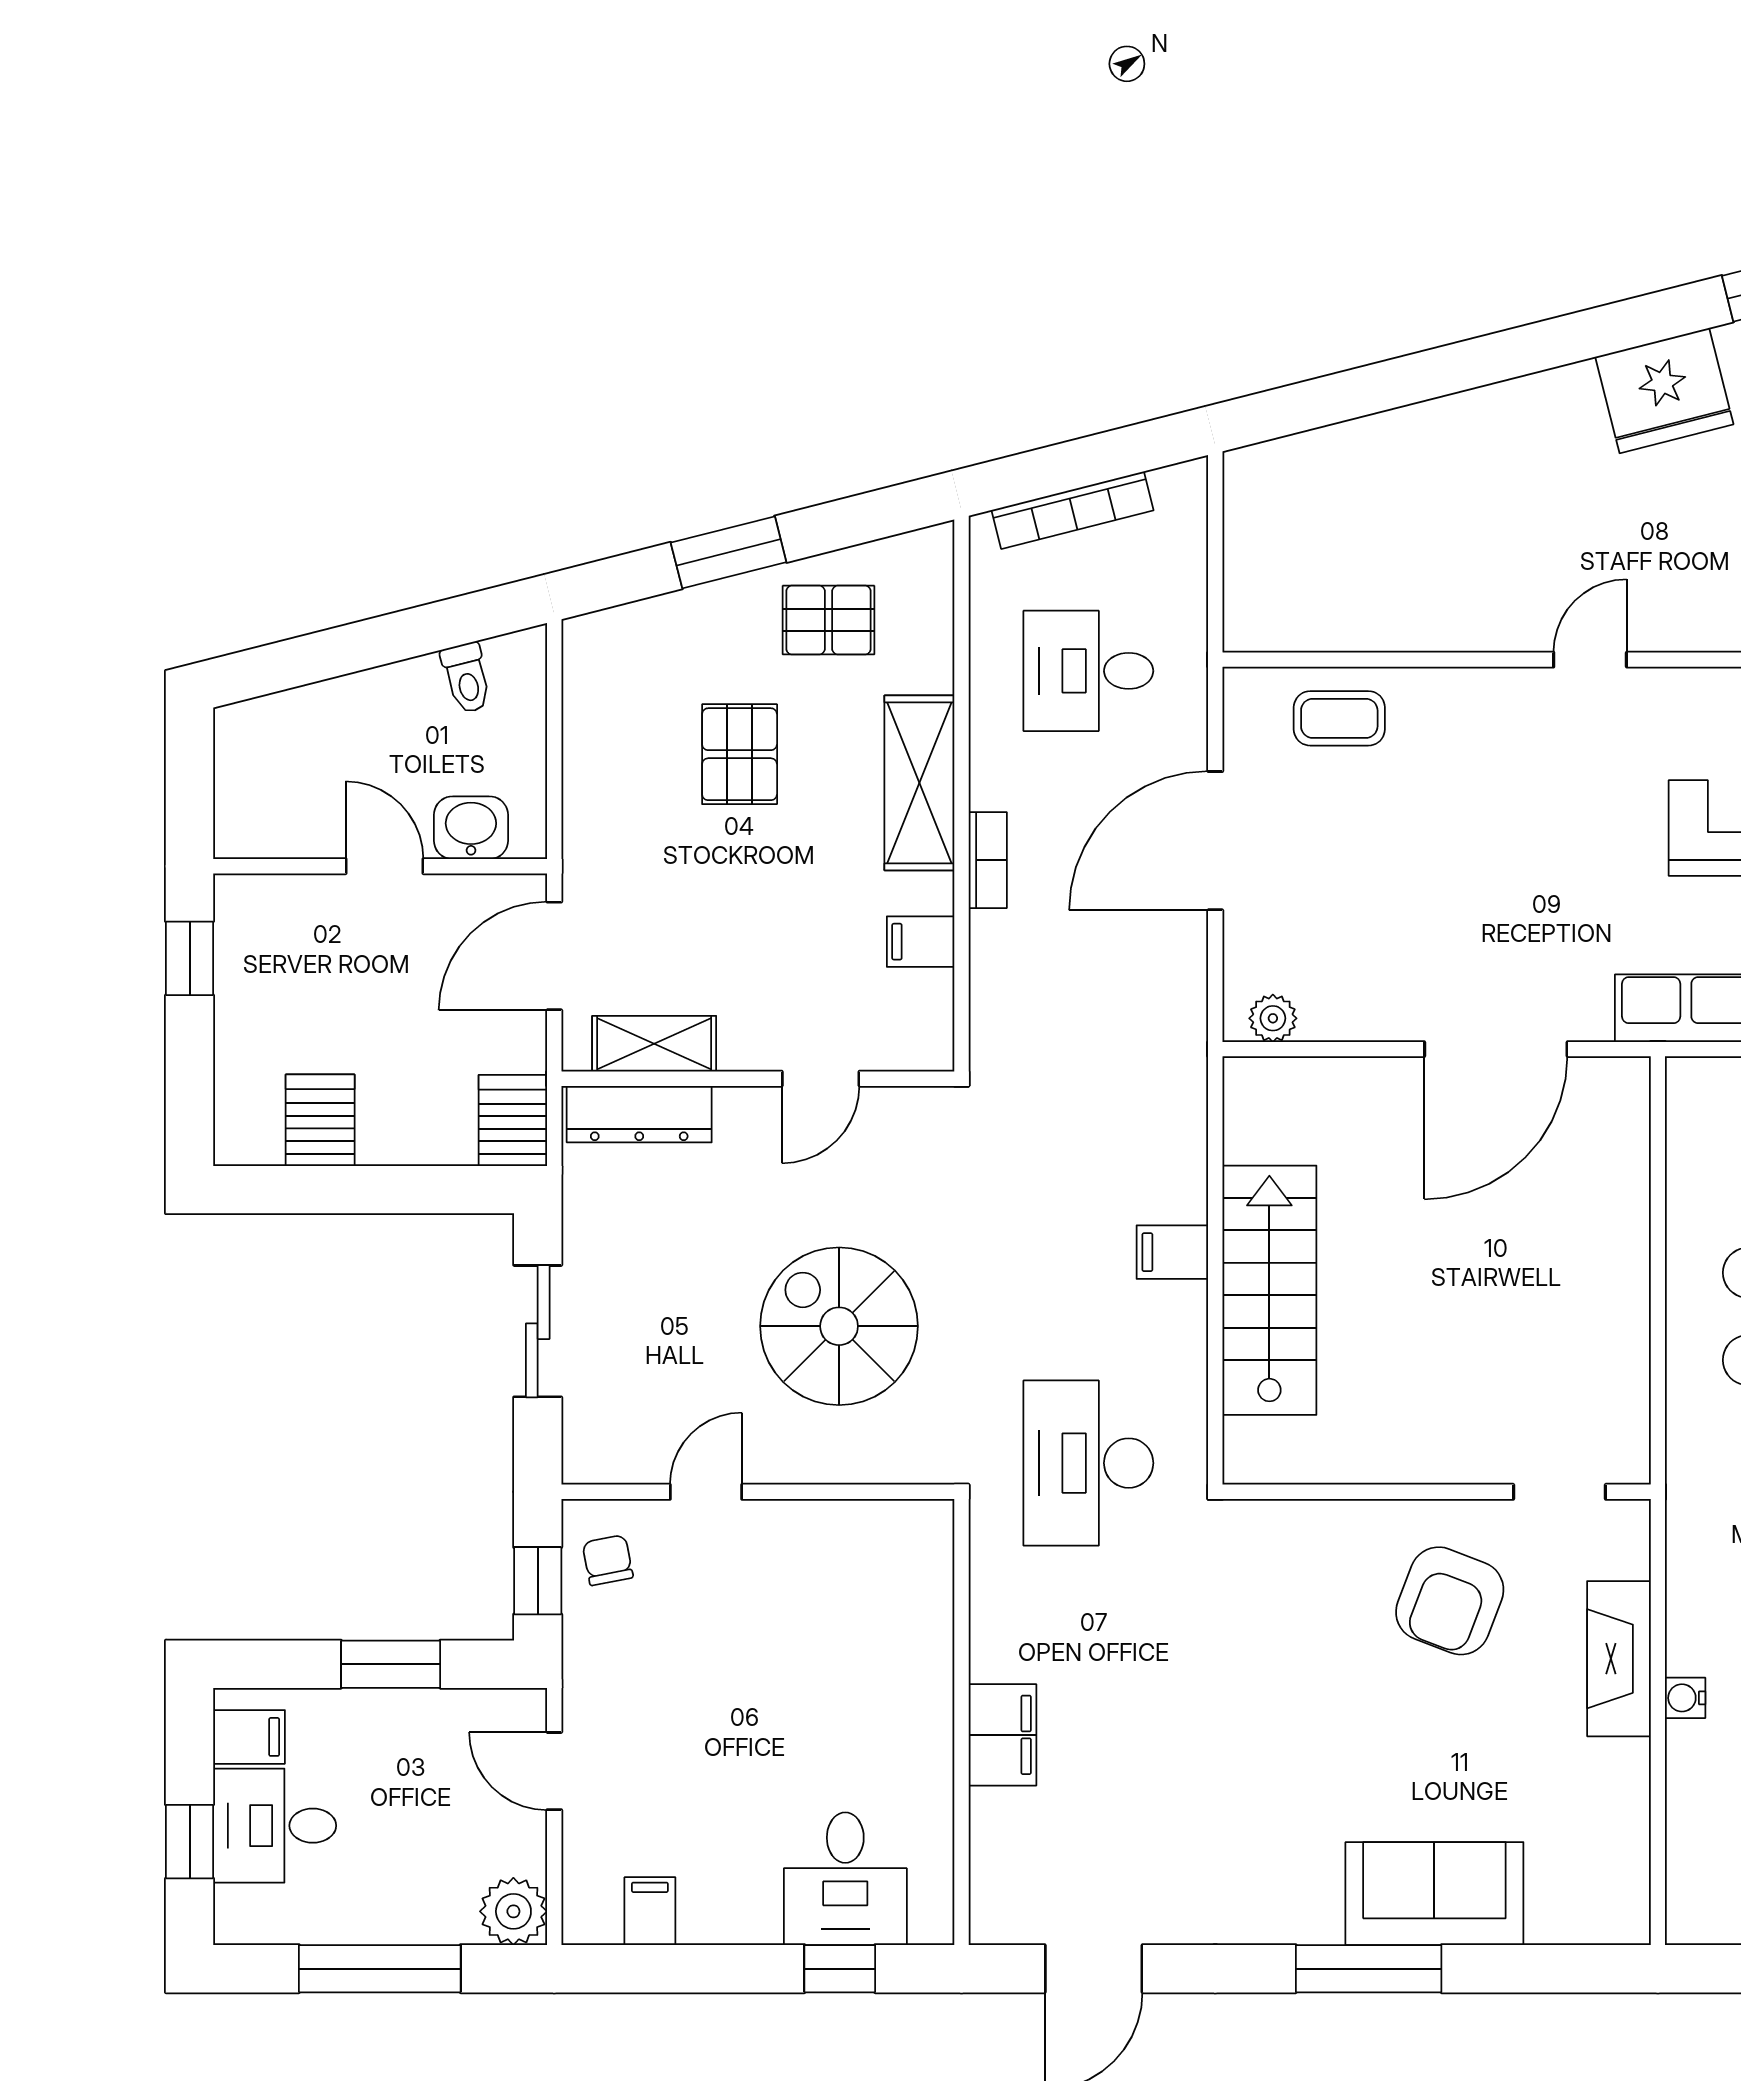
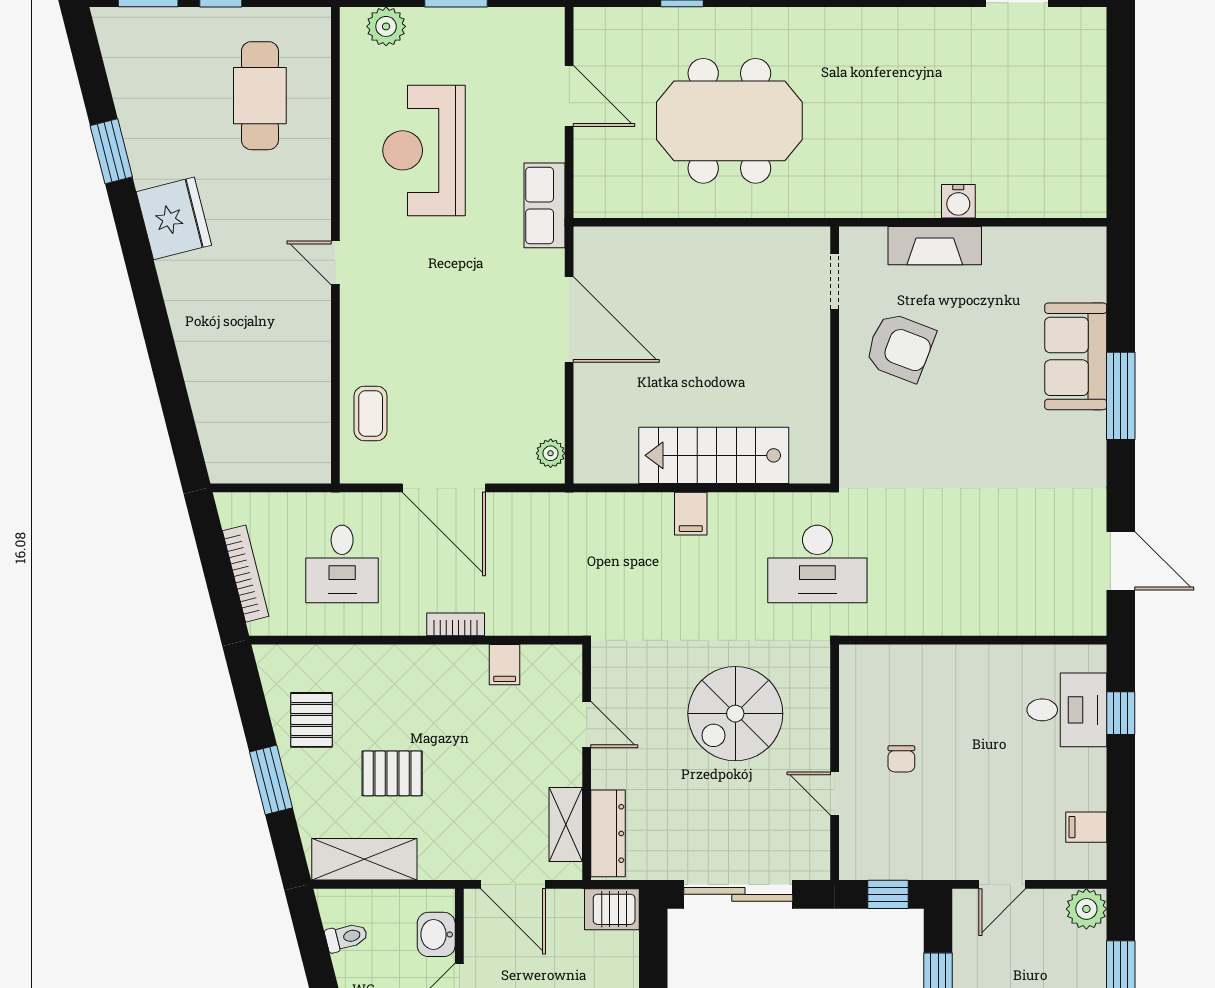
shelving: (919, 783) -> (364, 859), moved
sliding door: (538, 1331) -> (738, 894), width x1.37
chair: (608, 1560) -> (901, 759), moved, turned -79
water cooler: (1685, 1698) -> (958, 201), width x1.38, depth x1.38
filing cabinet: (1002, 1735) -> (980, 616), removed

